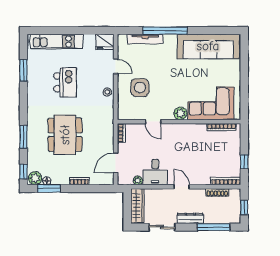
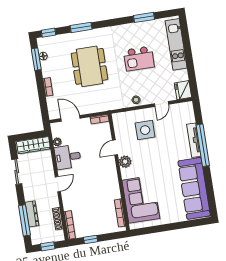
tv unit: (145, 39) -> (194, 140), moved
plant: (181, 113) -> (125, 162), moved
dining table: (65, 135) -> (89, 66), turned 90
plant: (35, 178) -> (44, 45), removed
dresser: (190, 218) -> (32, 214), moved

